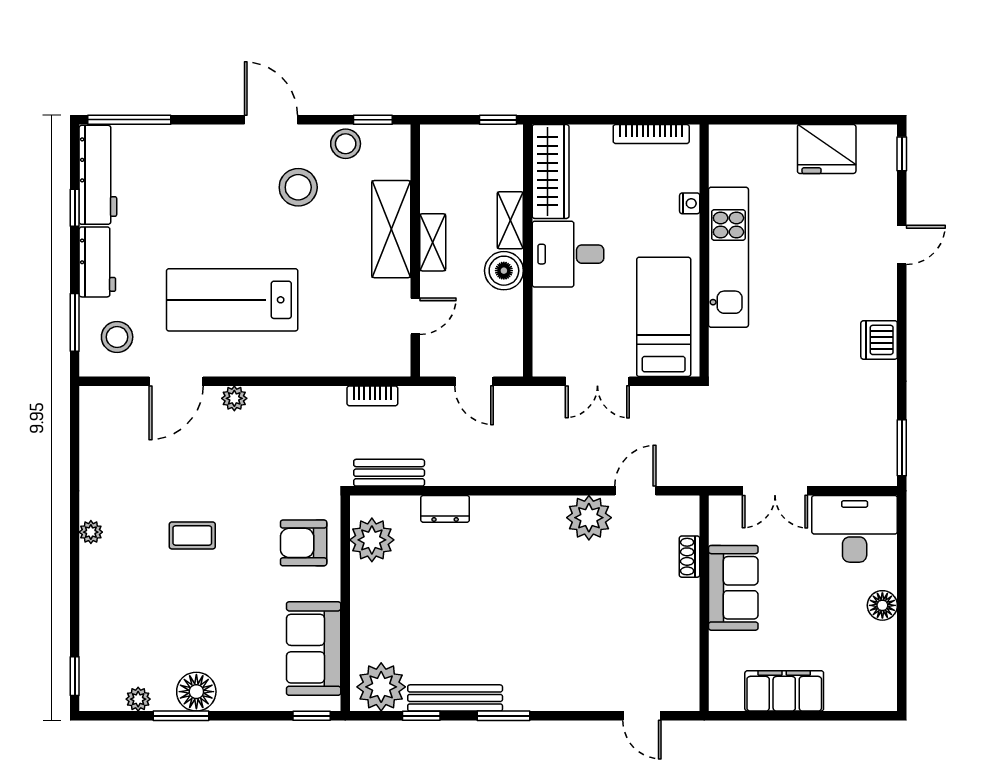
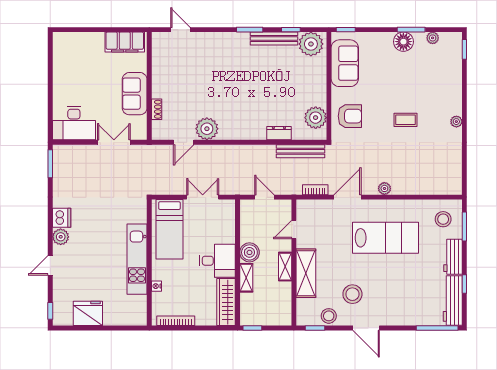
plant: (881, 302) -> (61, 237), added
door: (176, 381) -> (347, 197), moved
bench: (389, 473) -> (301, 151), width x1.36
floor lamp: (882, 605) -> (60, 85), removed
filing cabinet: (784, 691) -> (125, 42), moved

